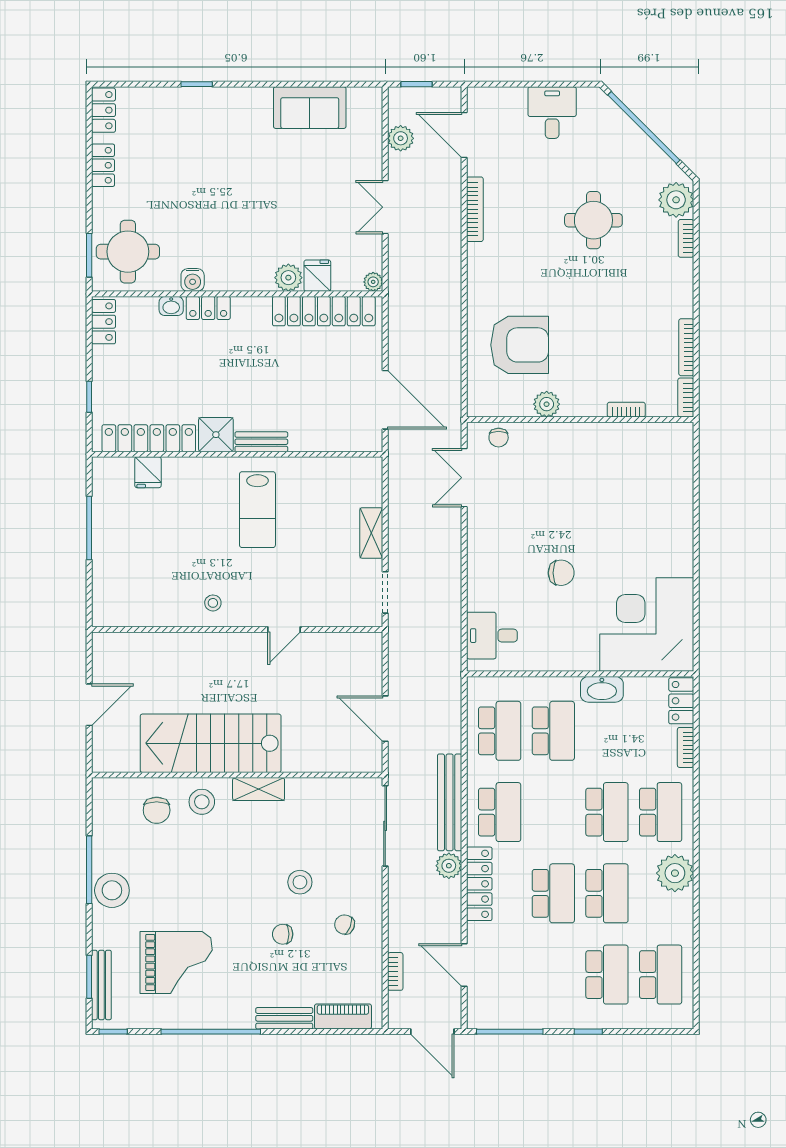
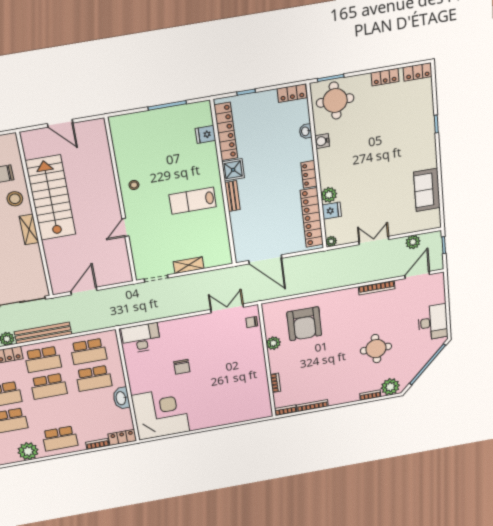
desk: (552, 113) -> (433, 322), width x1.37
locker: (208, 308) -> (309, 174), moved
door: (385, 400) -> (265, 259), hinge flipped
door: (284, 629) -> (125, 227), hinge flipped
desk: (492, 636) -> (141, 338), width x1.37
school desk: (607, 812) -> (49, 386), moved

